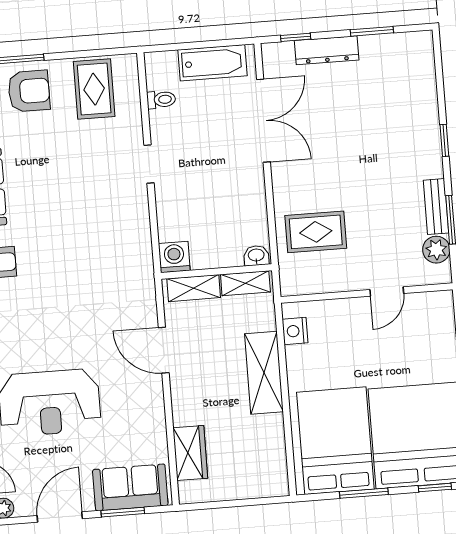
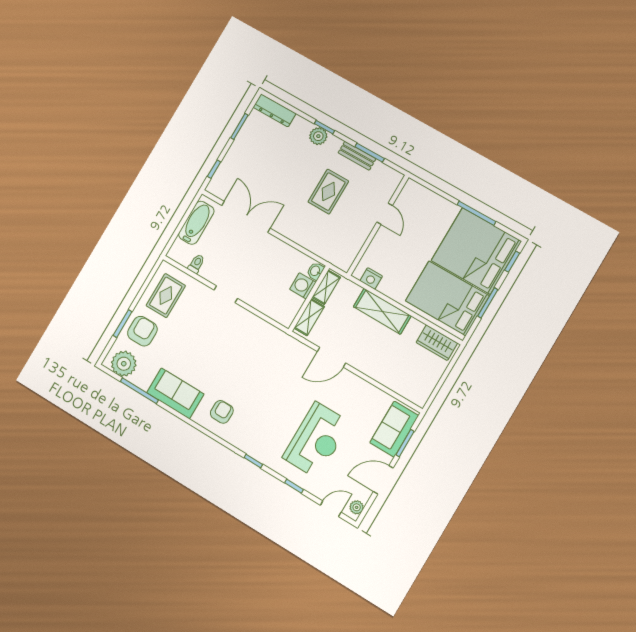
dresser: (327, 50) -> (275, 110), moved, turned 90
rug: (94, 89) -> (166, 296), turned 90
rug: (316, 232) -> (328, 192), moved
plant: (436, 250) -> (318, 136), moved
washing machine: (174, 257) -> (303, 286), moved
wardrobe: (190, 453) -> (437, 343), moved, turned 180
door: (60, 517) -> (383, 480), hinge flipped

